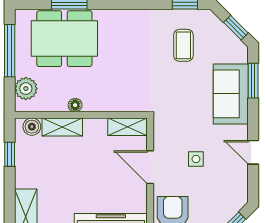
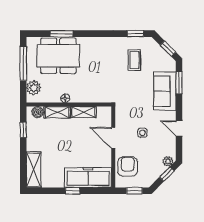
shelving: (128, 127) -> (83, 112), moved
plant: (236, 204) -> (168, 161), added

